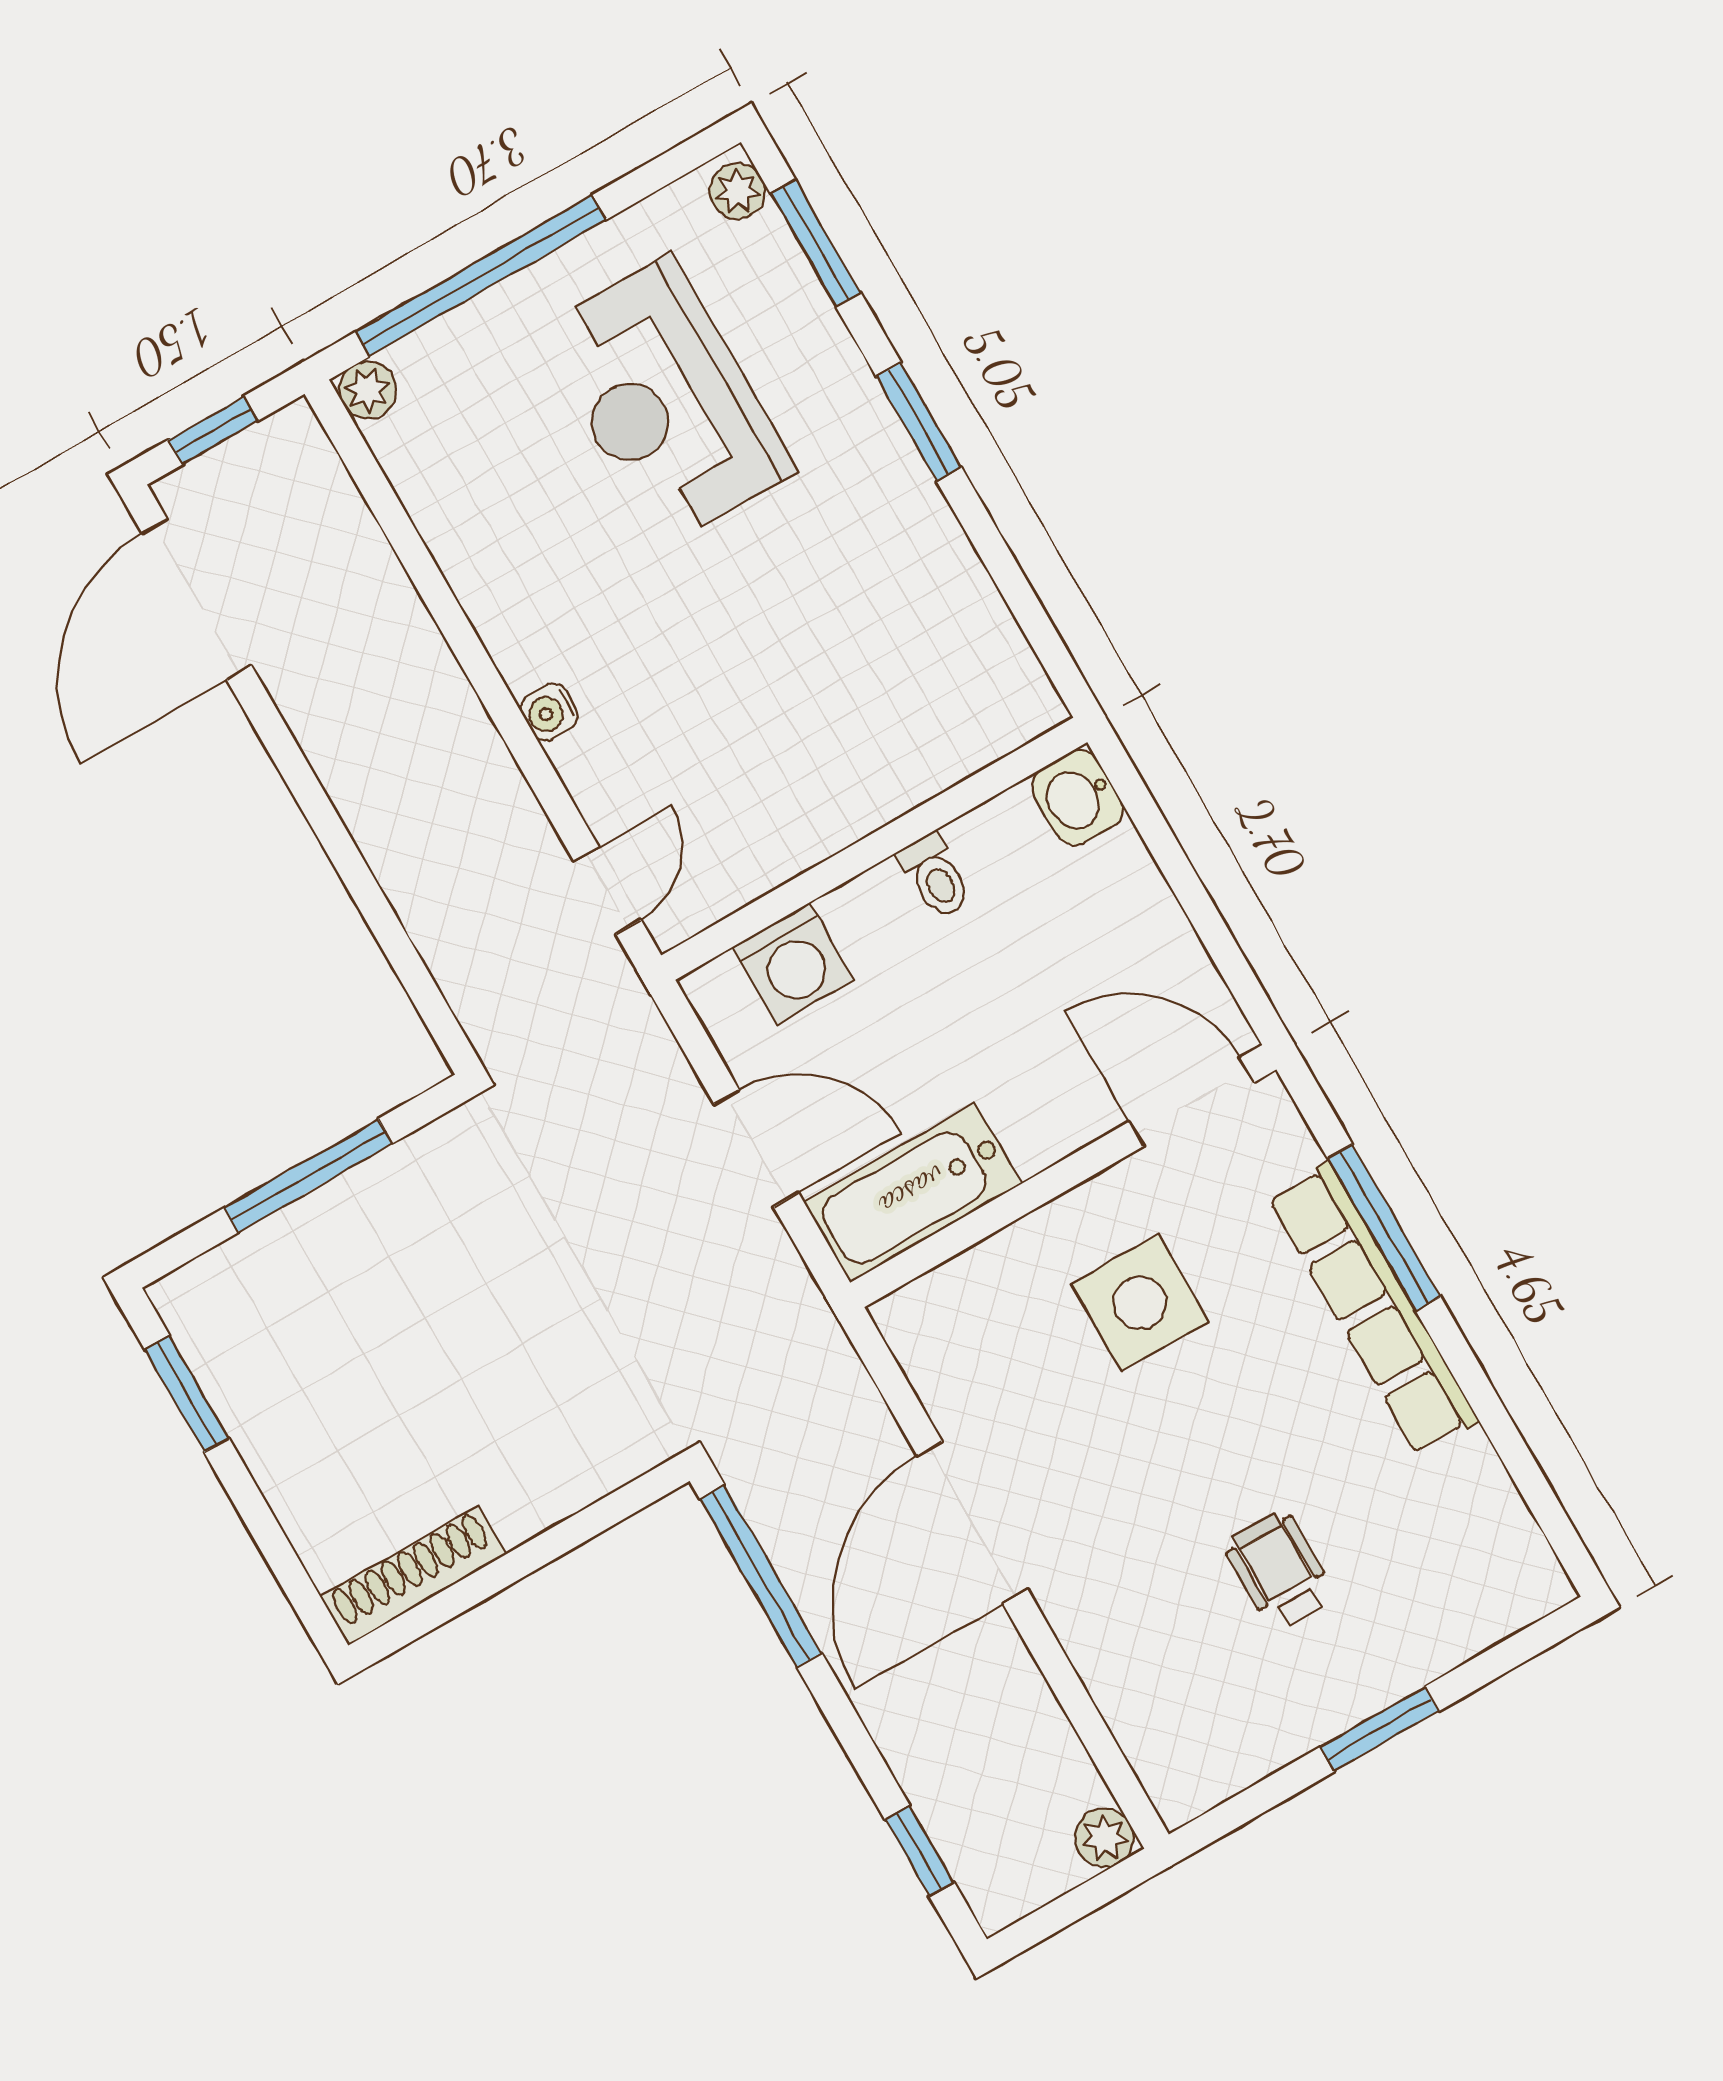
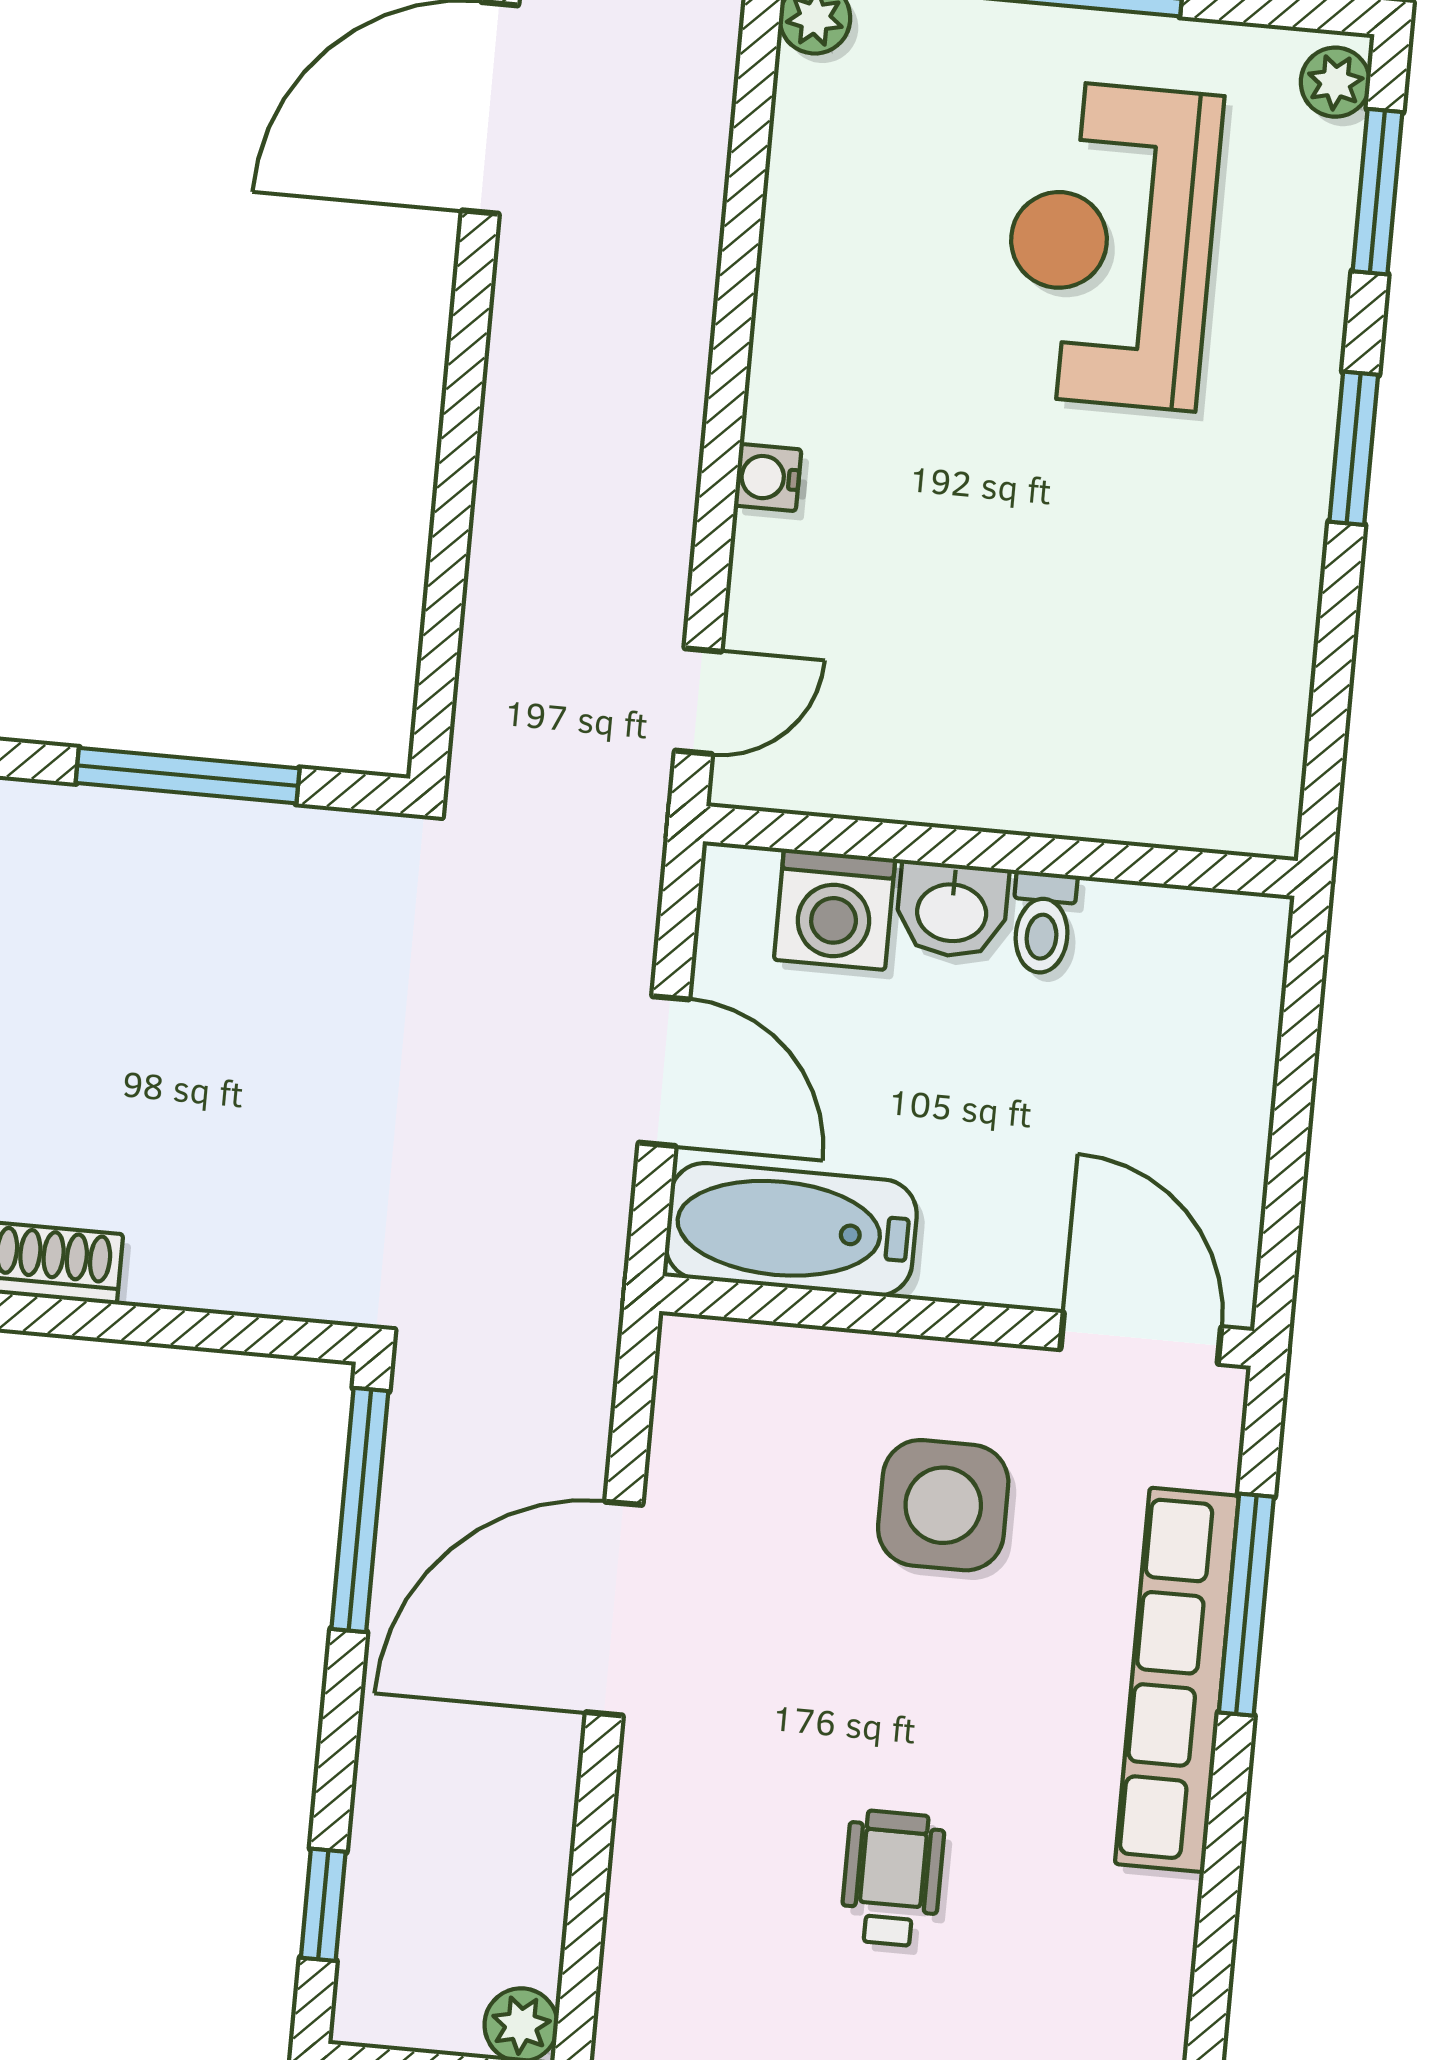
washbasin: (1077, 798) -> (952, 910), moved, turned -90

